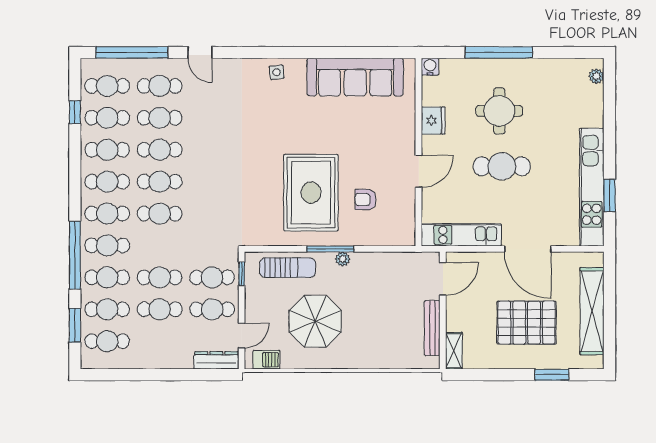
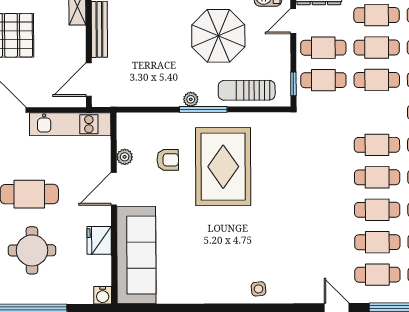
sofa: (355, 77) -> (136, 255), moved, turned 90
plant: (408, 203) -> (125, 157), added
cafe table: (160, 341) -> (377, 15), added

